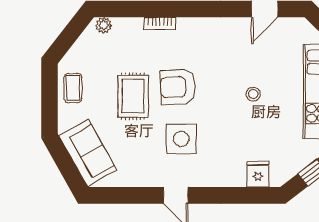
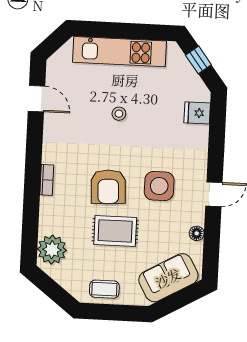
bookcase: (160, 23) -> (47, 180), moved
plant: (104, 25) -> (52, 250), width x1.88, depth x1.88
floor lamp: (135, 180) -> (197, 233), added

